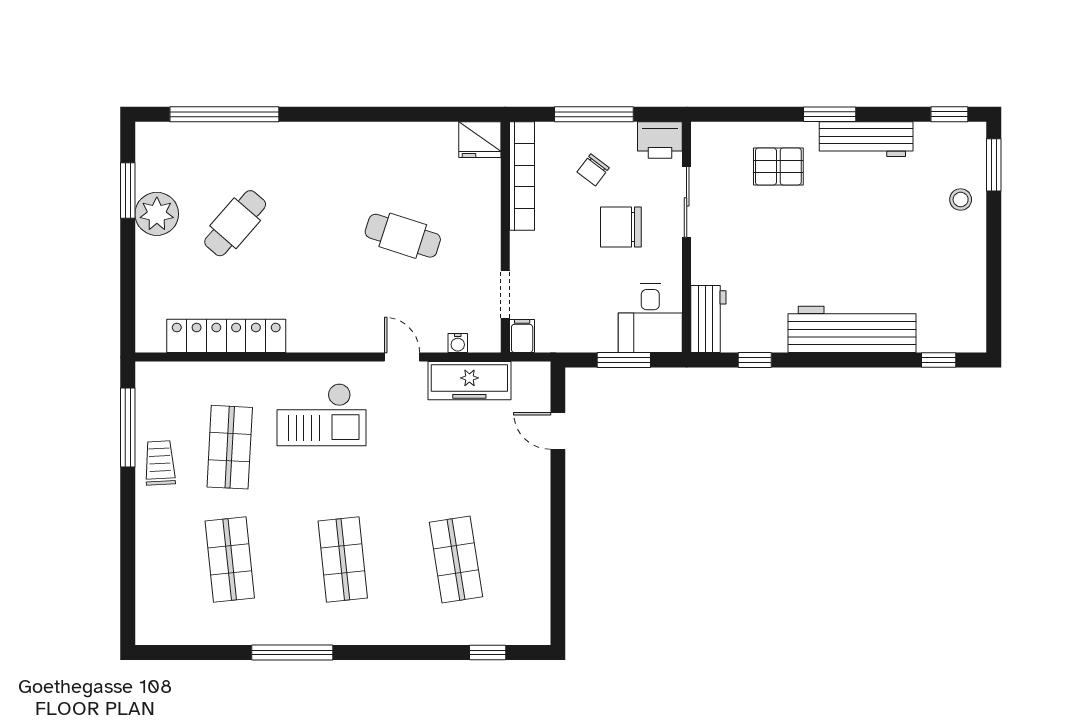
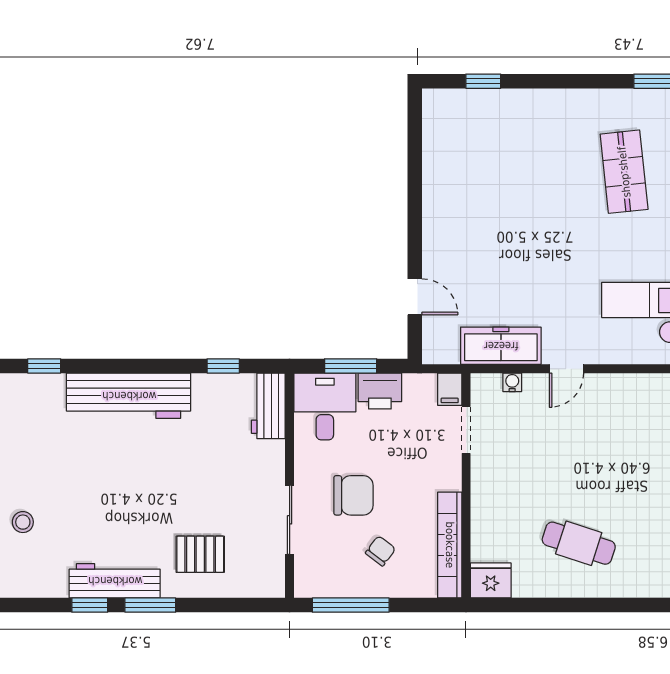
window: (594, 114) -> (351, 605), moved
window: (949, 114) -> (90, 605), moved
printer: (660, 140) -> (380, 391), moved, turned 180
cafe table: (403, 236) -> (579, 543), moved
door: (402, 357) -> (566, 369), hinge flipped
shop shelf: (456, 559) -> (514, 172), removed

